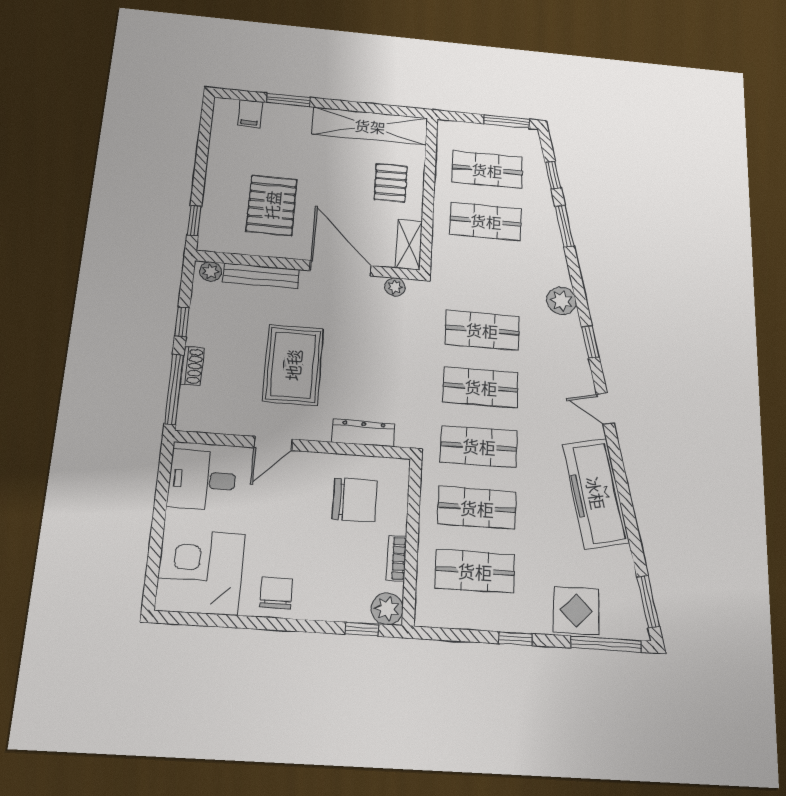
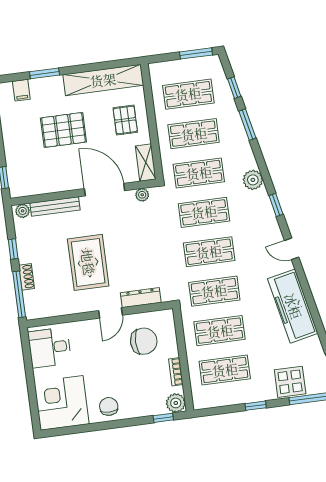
pallet: (272, 205) -> (63, 130), moved, turned 90
shop shelf: (484, 275) -> (199, 173), added
door: (273, 443) -> (110, 313), moved

